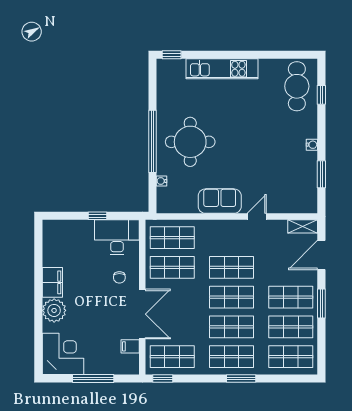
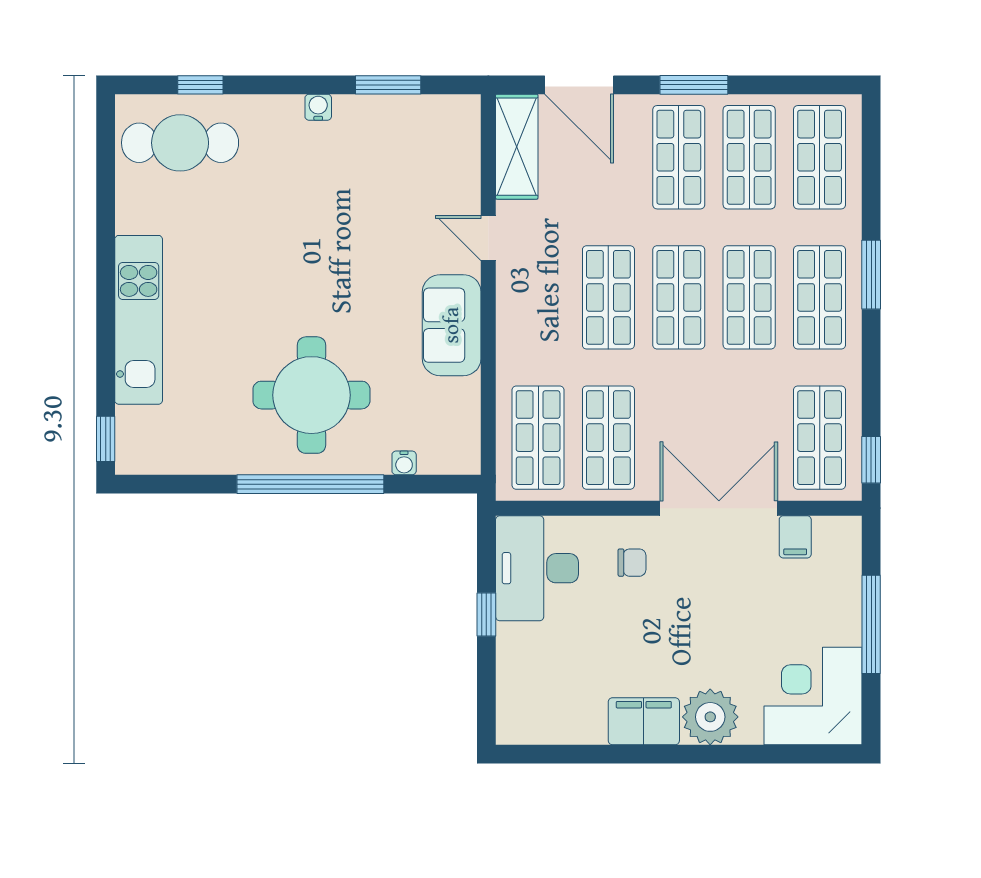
shelving: (303, 226) -> (517, 147), width x1.50, depth x1.33

